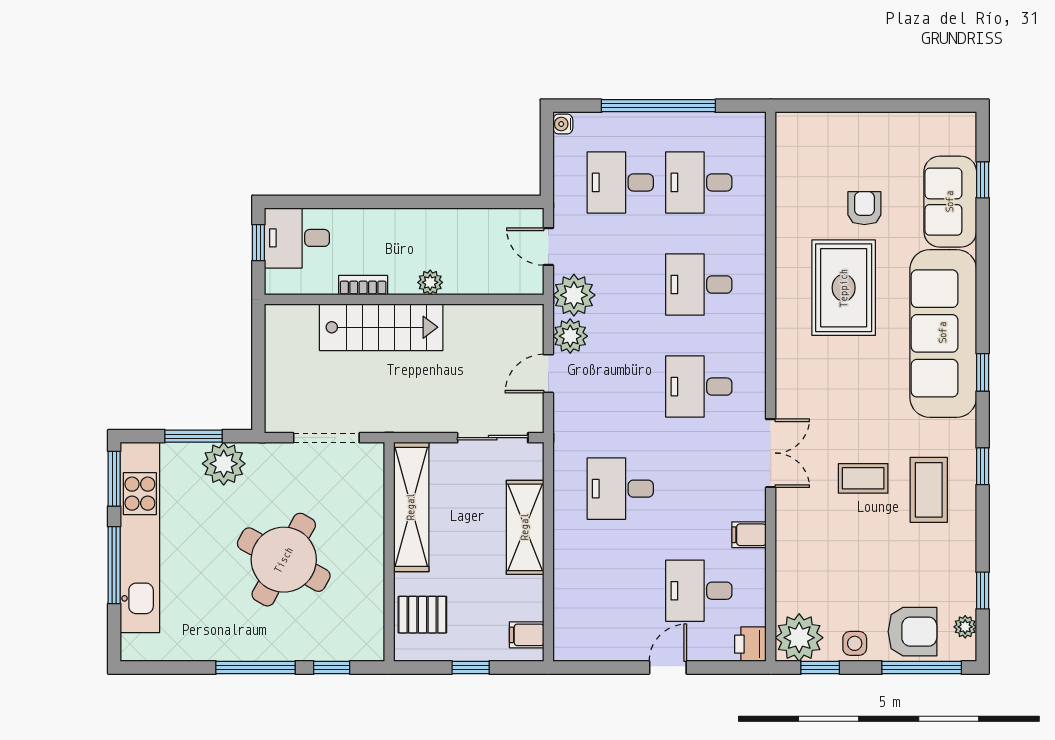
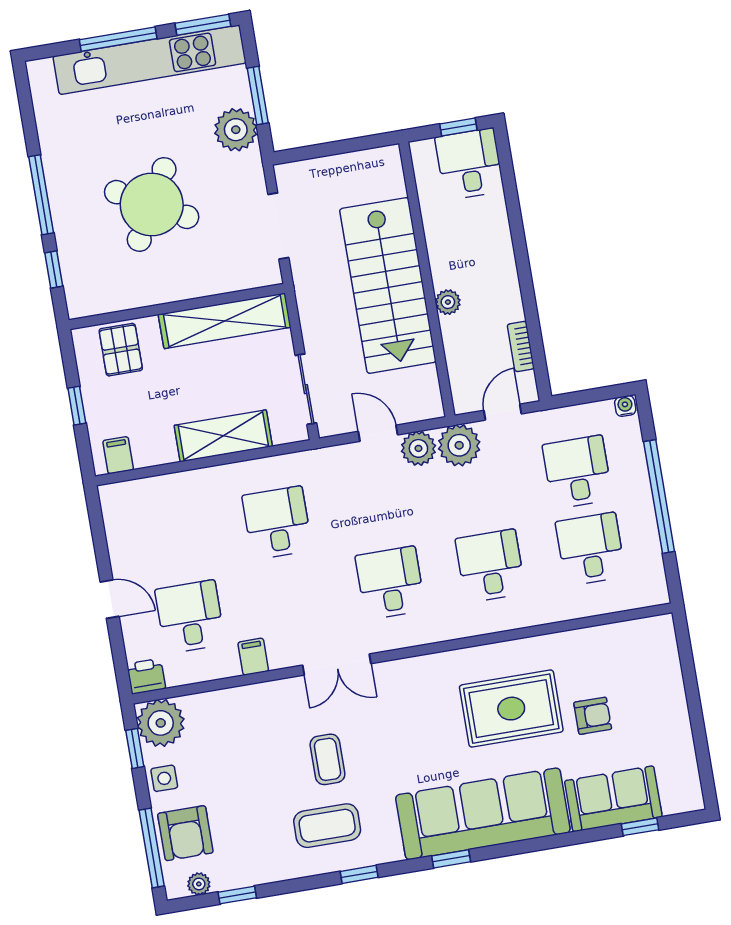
bookcase: (363, 285) -> (521, 346), moved, turned 180
stairs: (381, 327) -> (388, 285), width x1.36, depth x1.51

